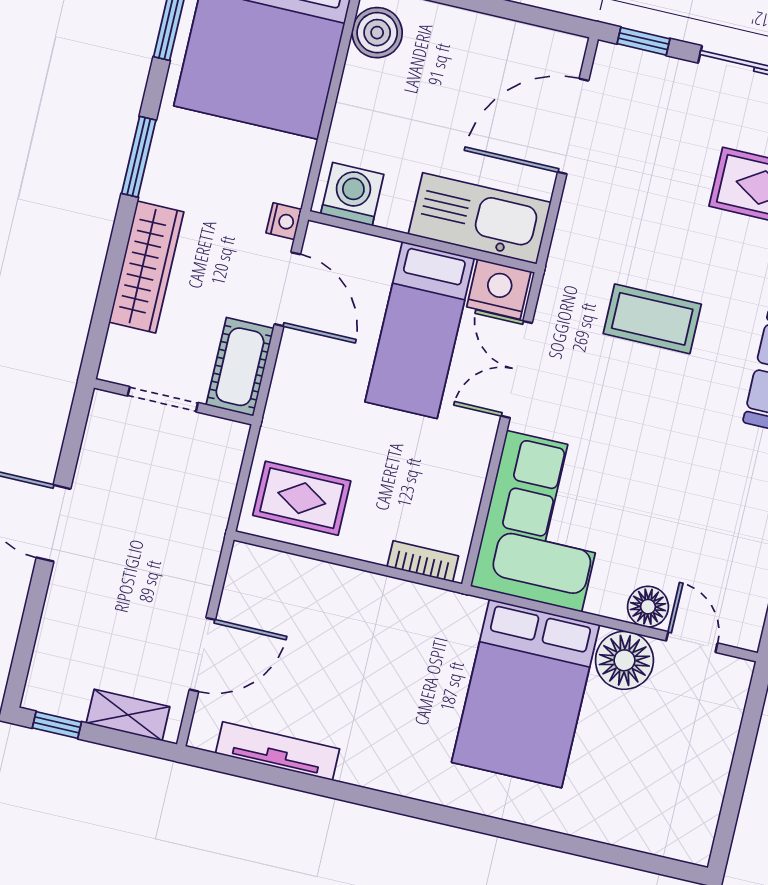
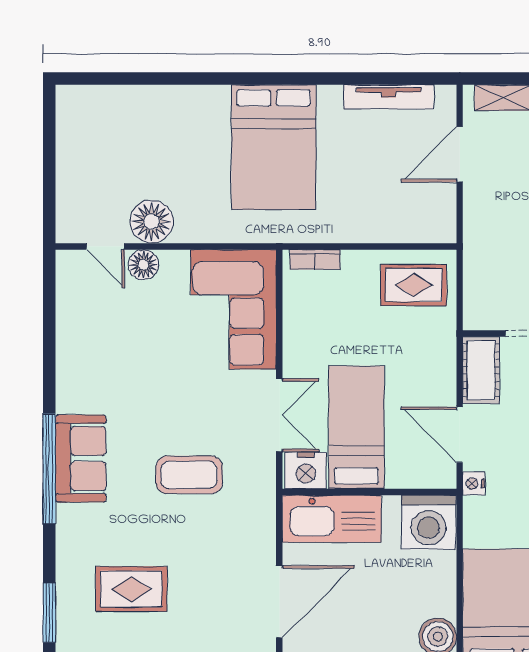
washing machine: (352, 194) -> (429, 522), width x1.37, depth x1.37
bed: (525, 694) -> (274, 147), moved, turned 180

